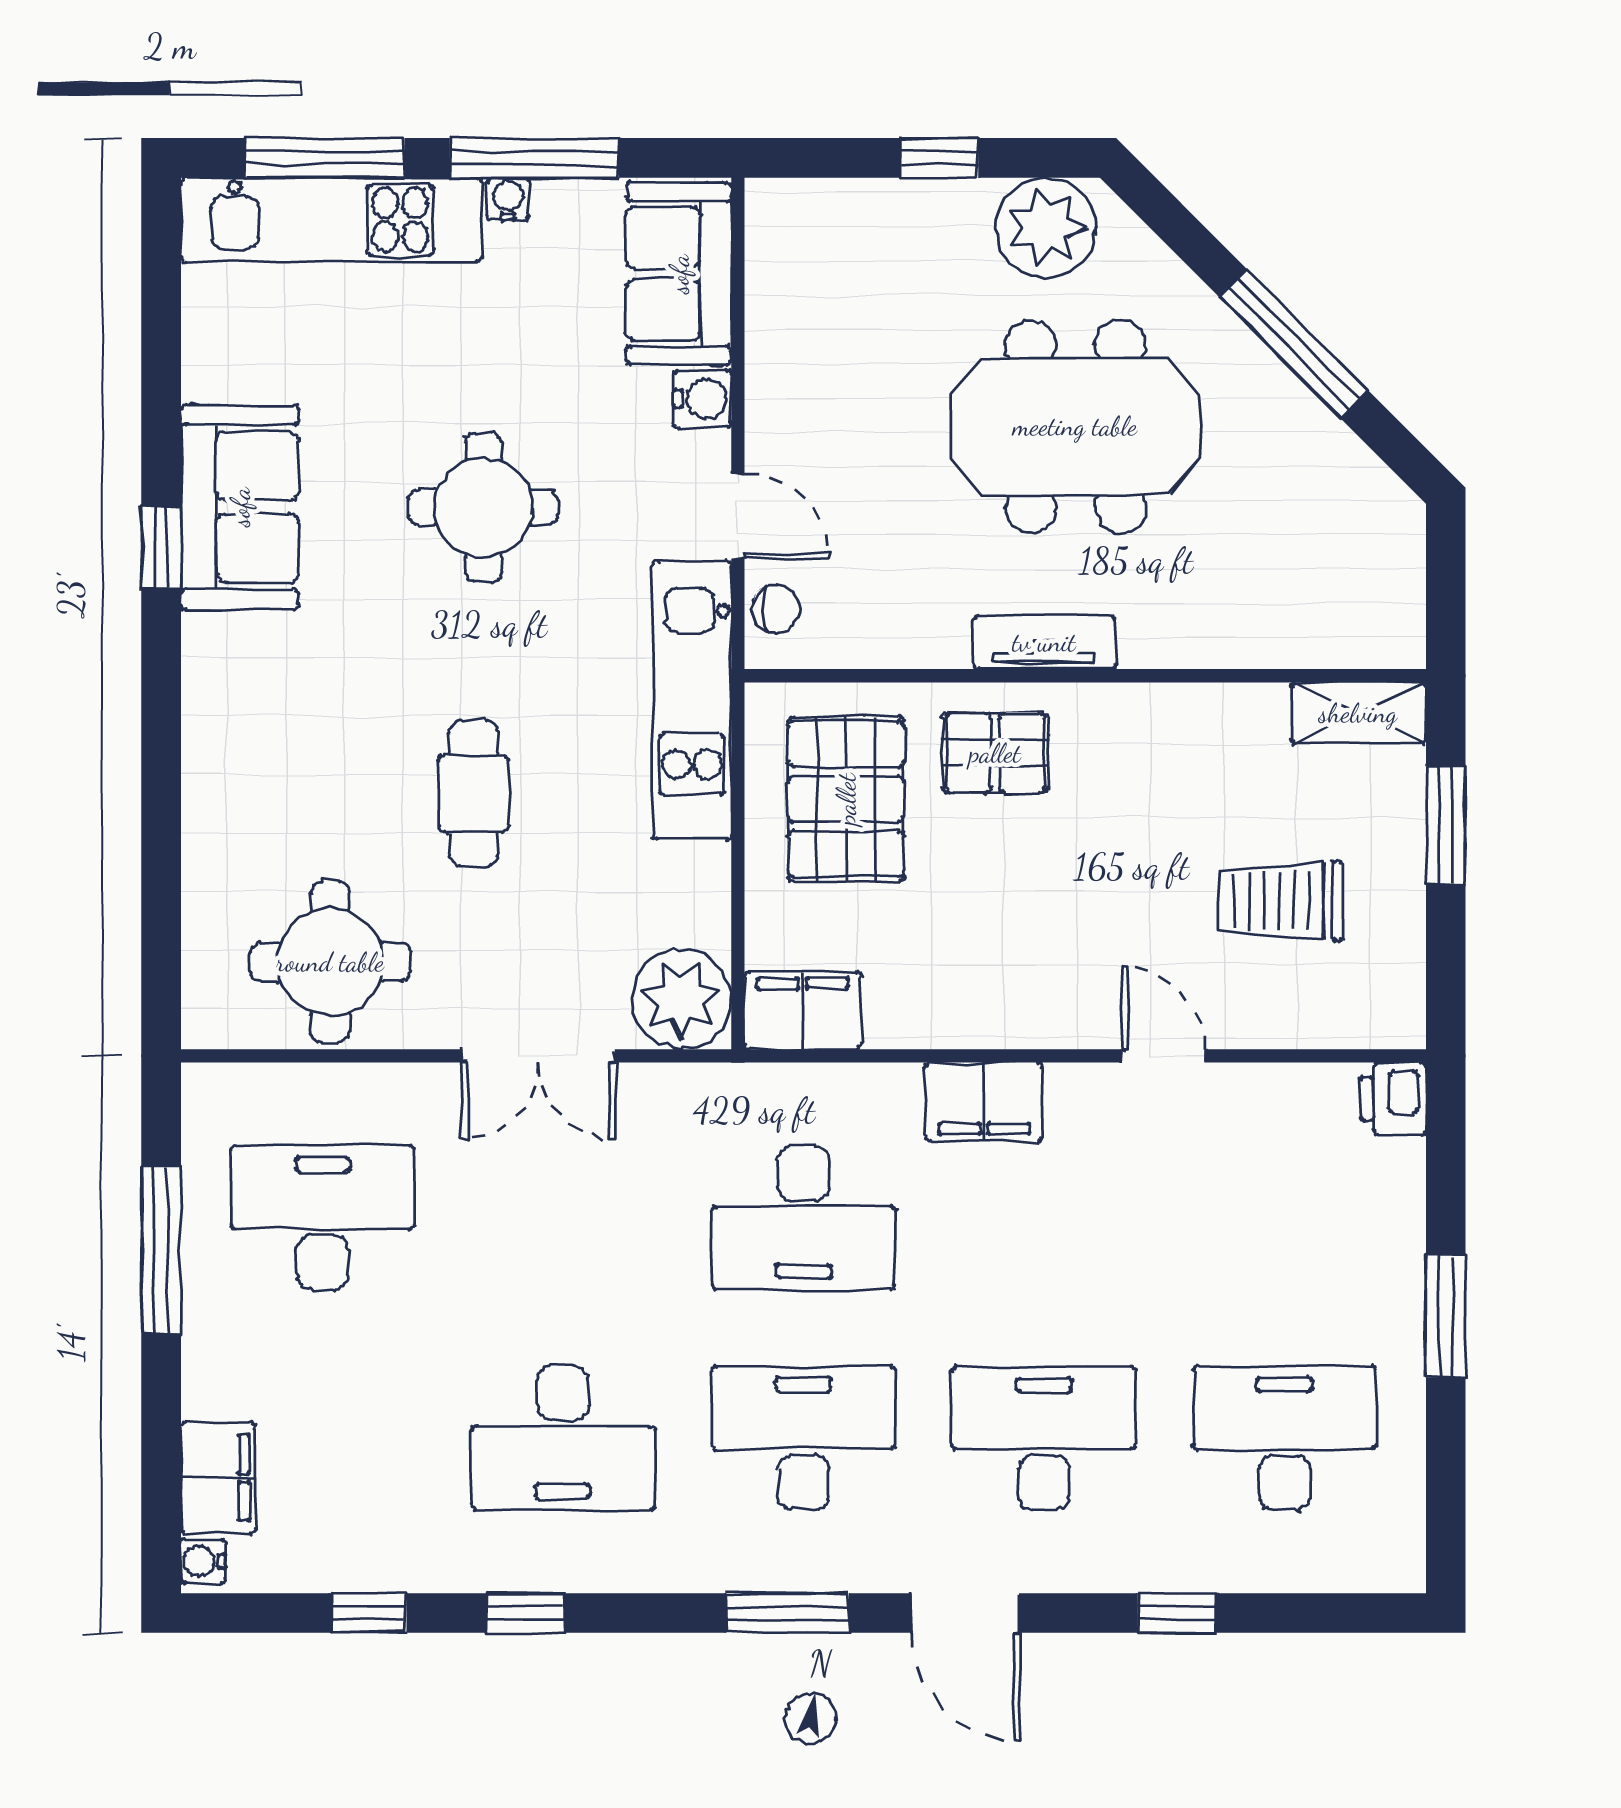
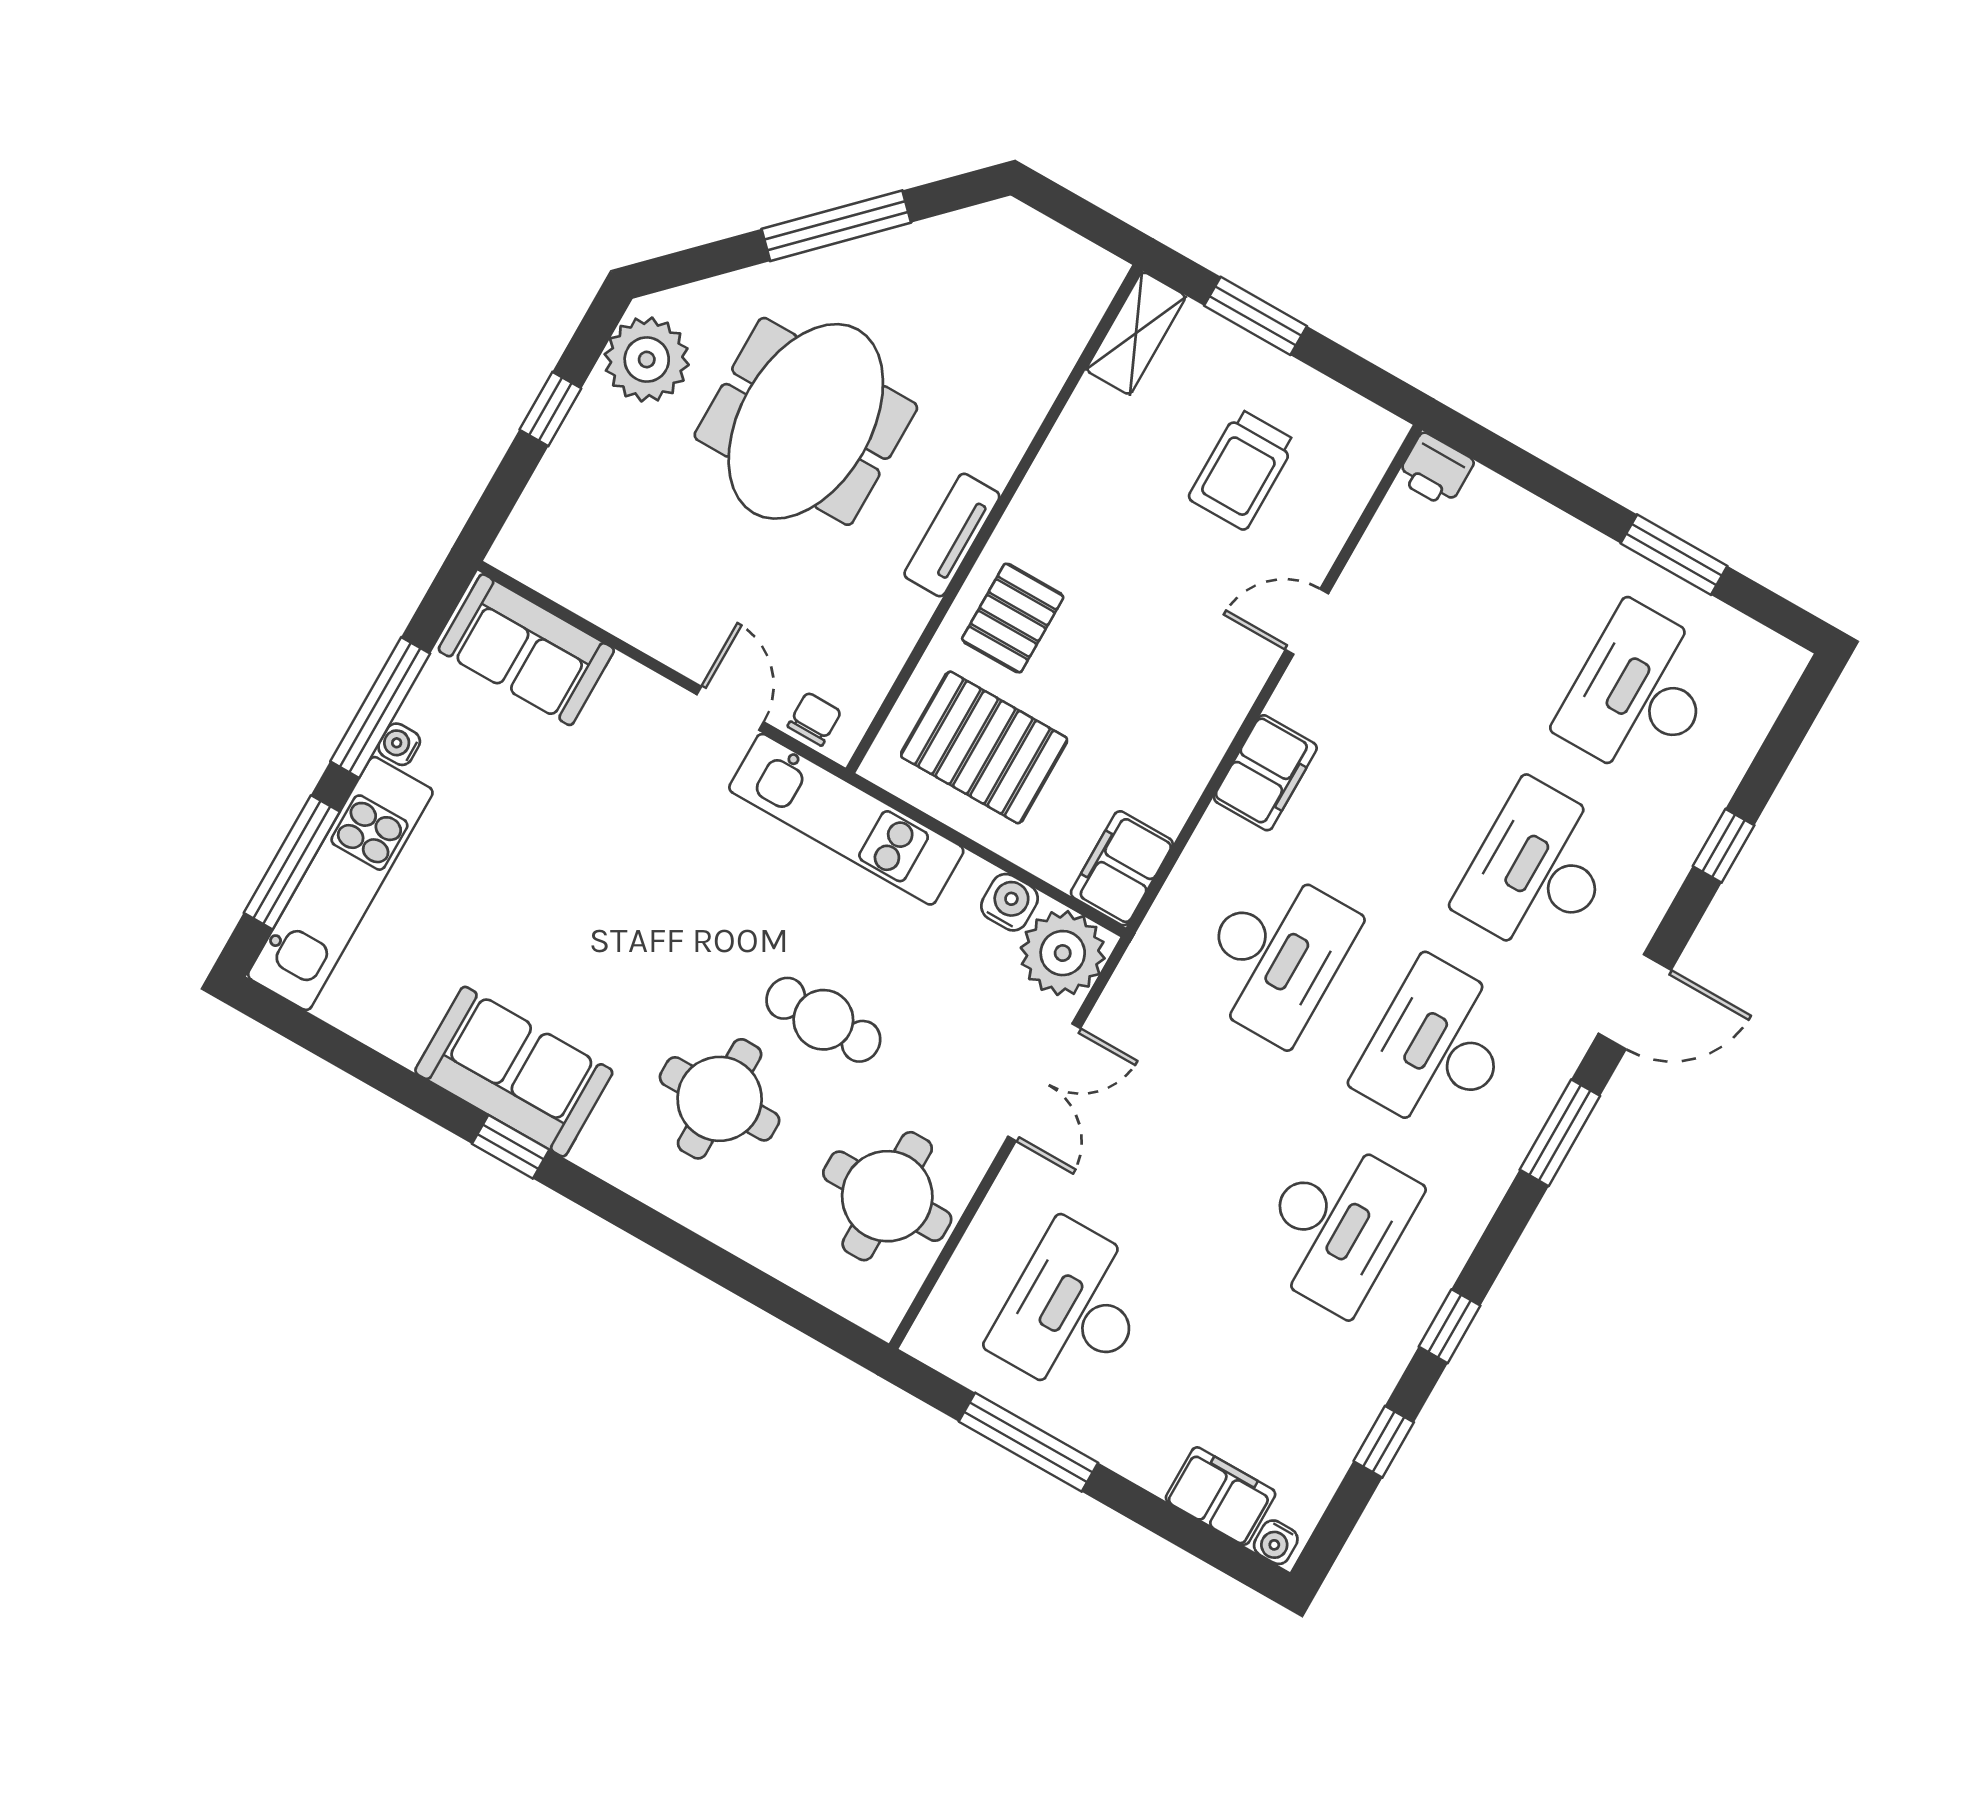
water cooler: (702, 399) -> (1009, 902), moved
round table: (483, 507) -> (720, 1099), moved
door: (738, 516) -> (730, 708), hinge flipped
window: (1446, 1316) -> (1674, 555), moved

